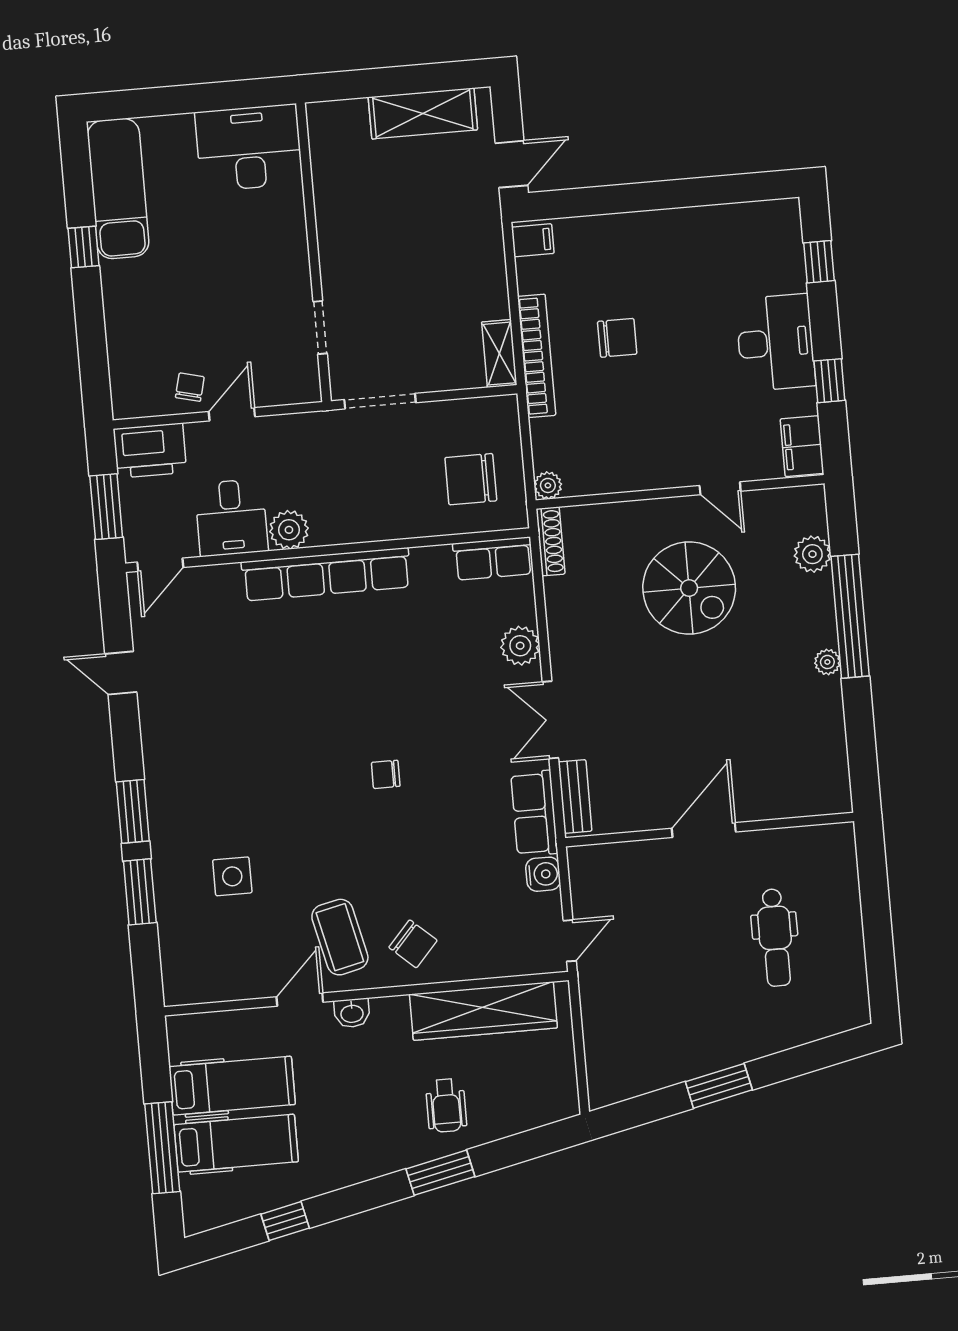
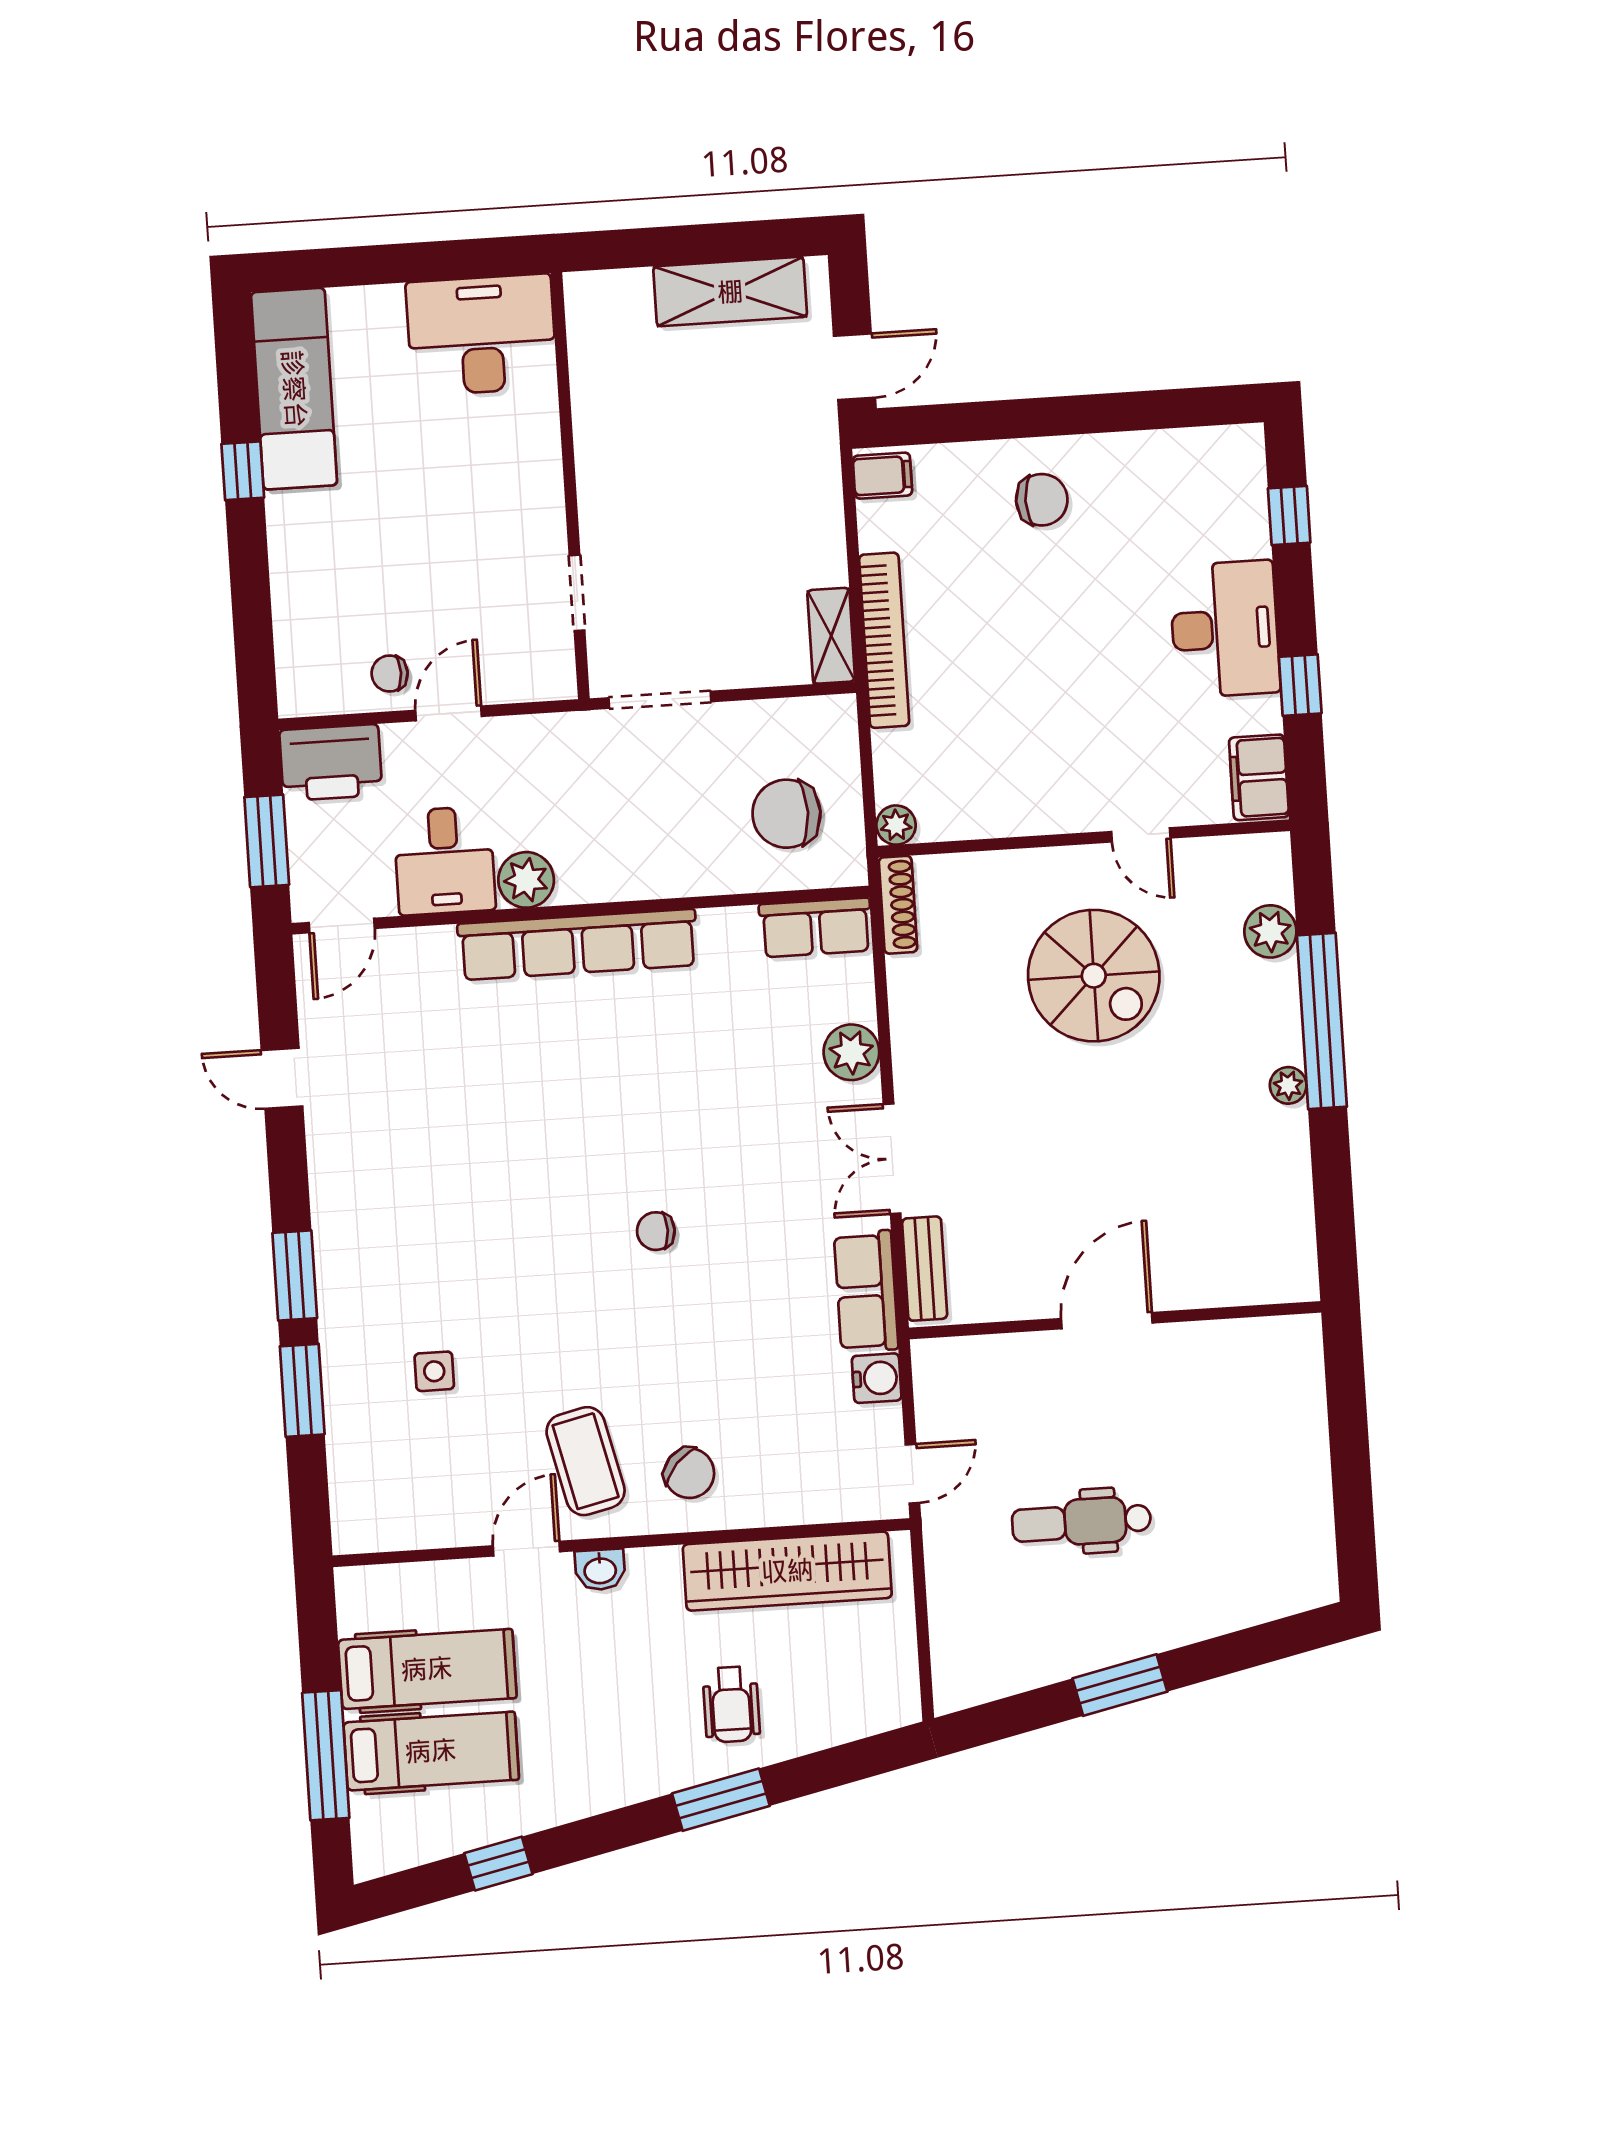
chair: (617, 338) -> (1042, 500), moved
chair: (190, 387) -> (390, 674), turned -104
side table: (232, 876) -> (434, 1371), width x0.73, depth x0.73
dental chair: (775, 938) -> (1081, 1522), moved, turned 90

